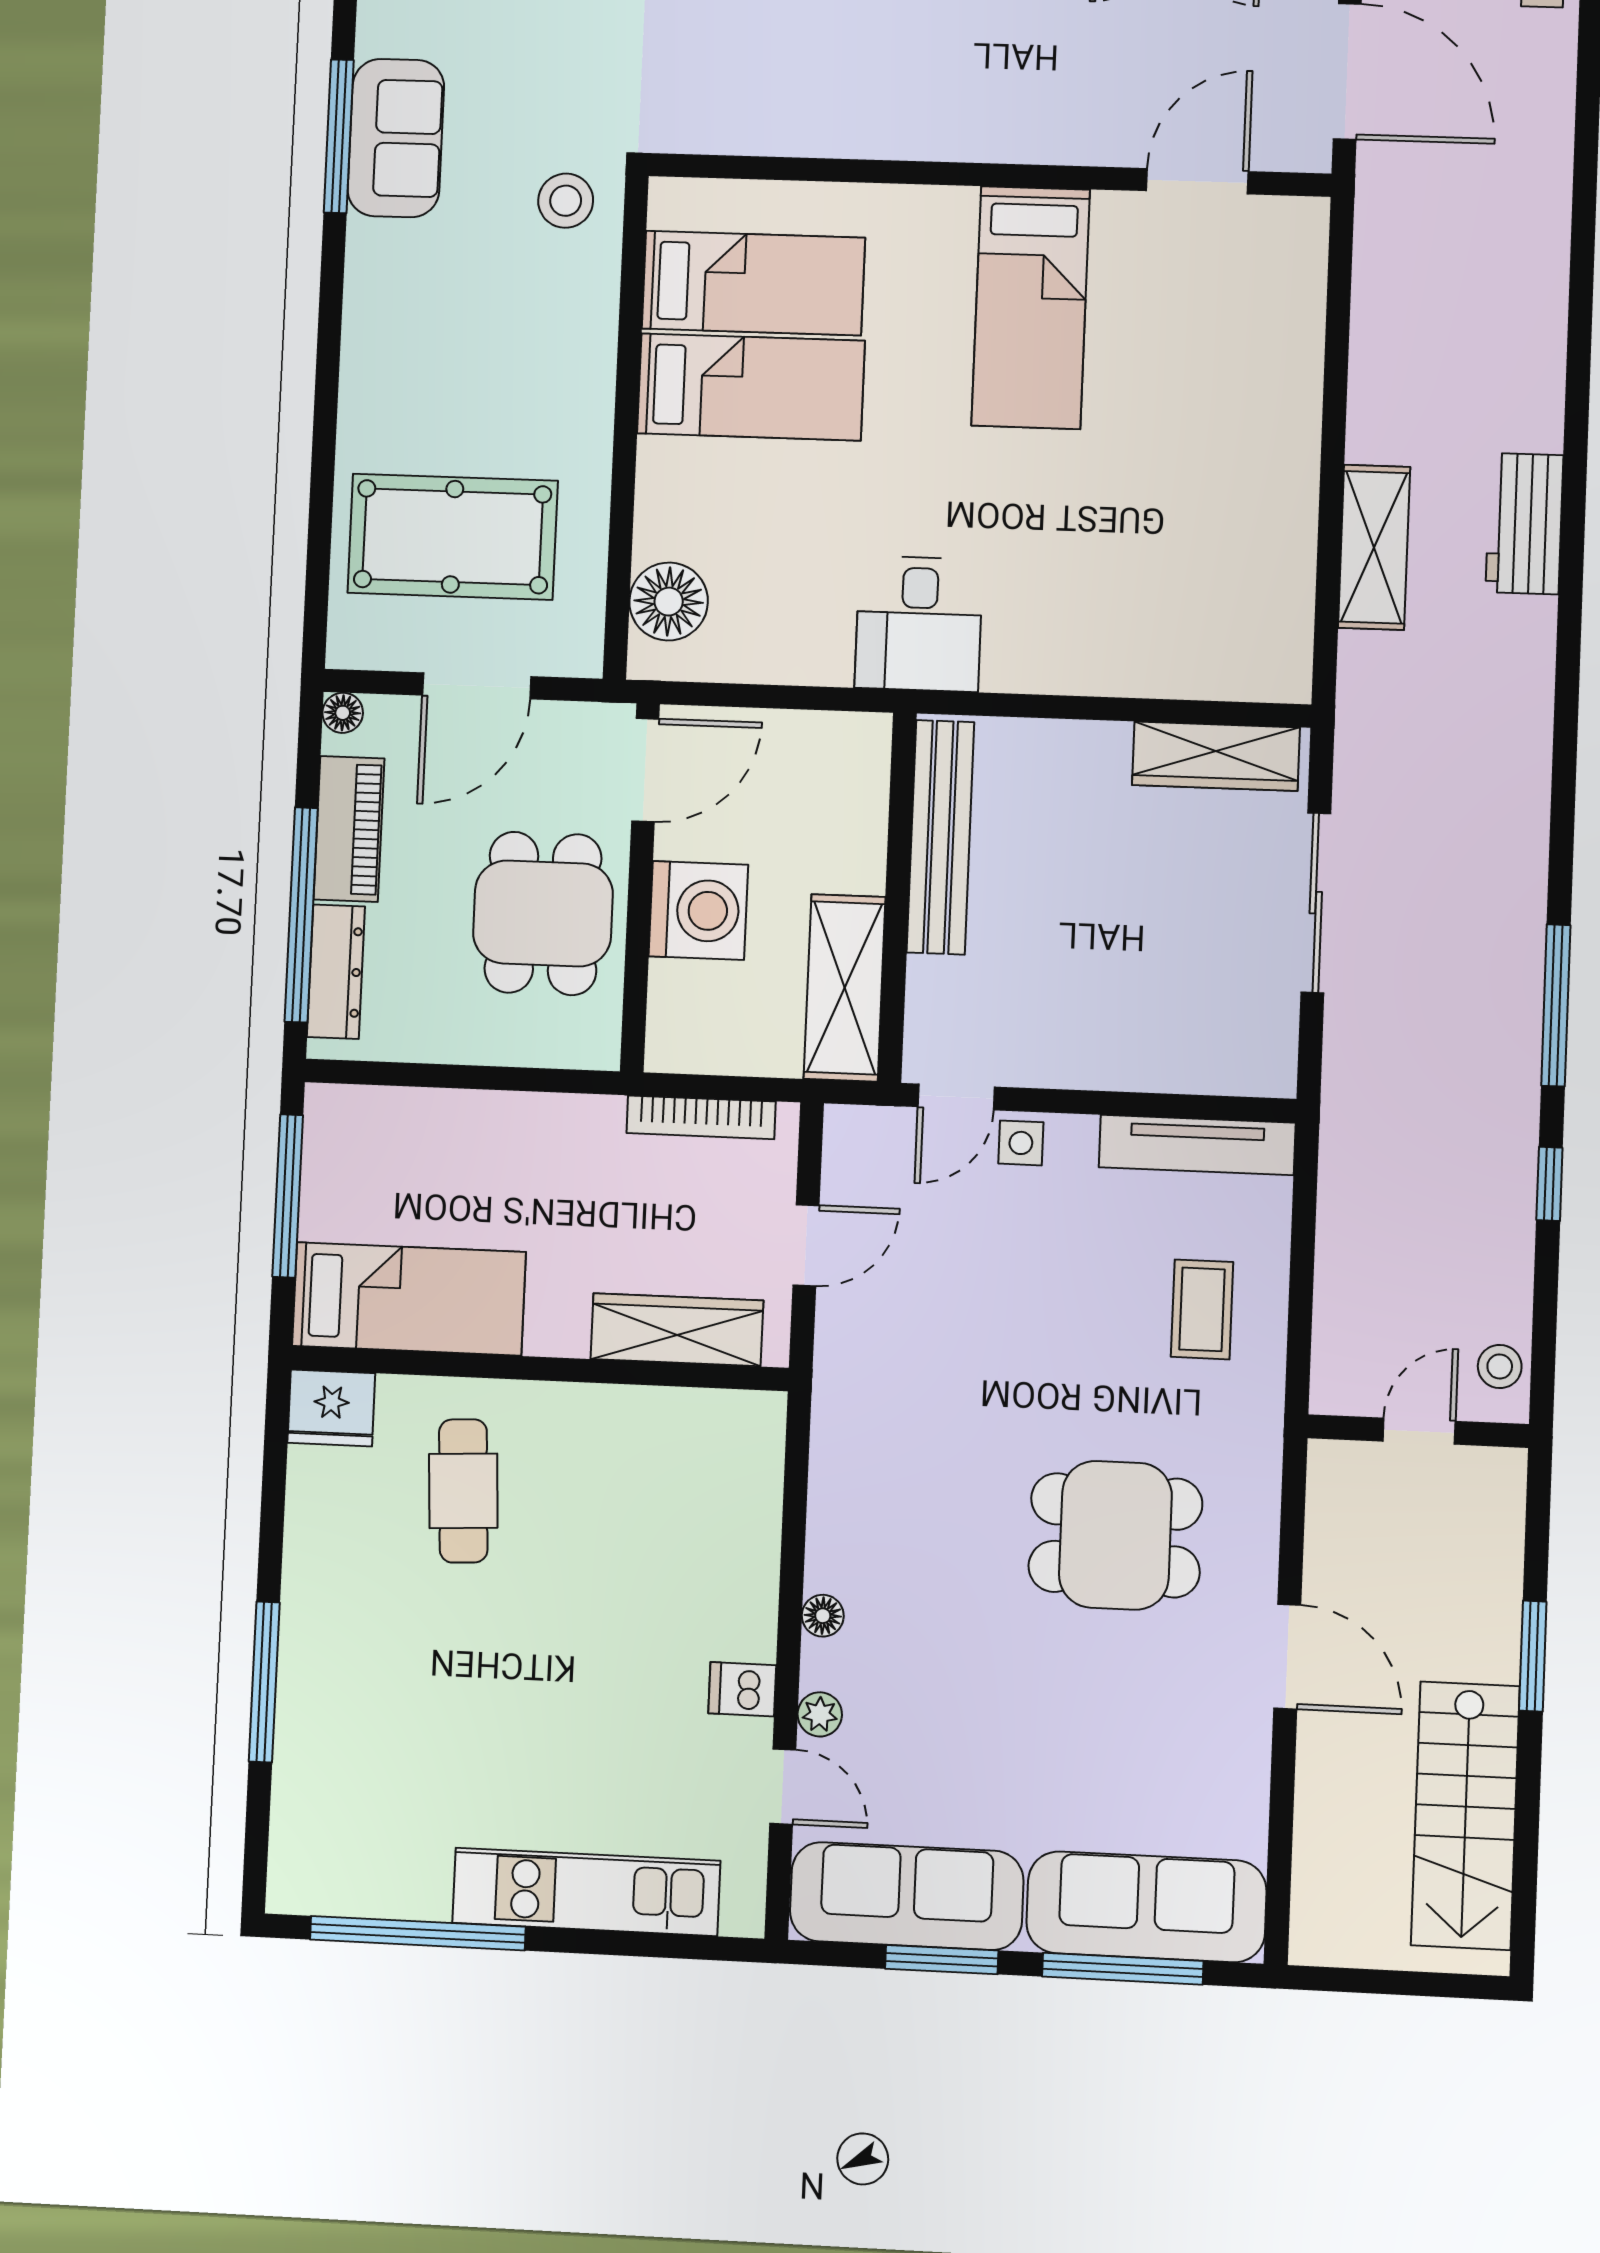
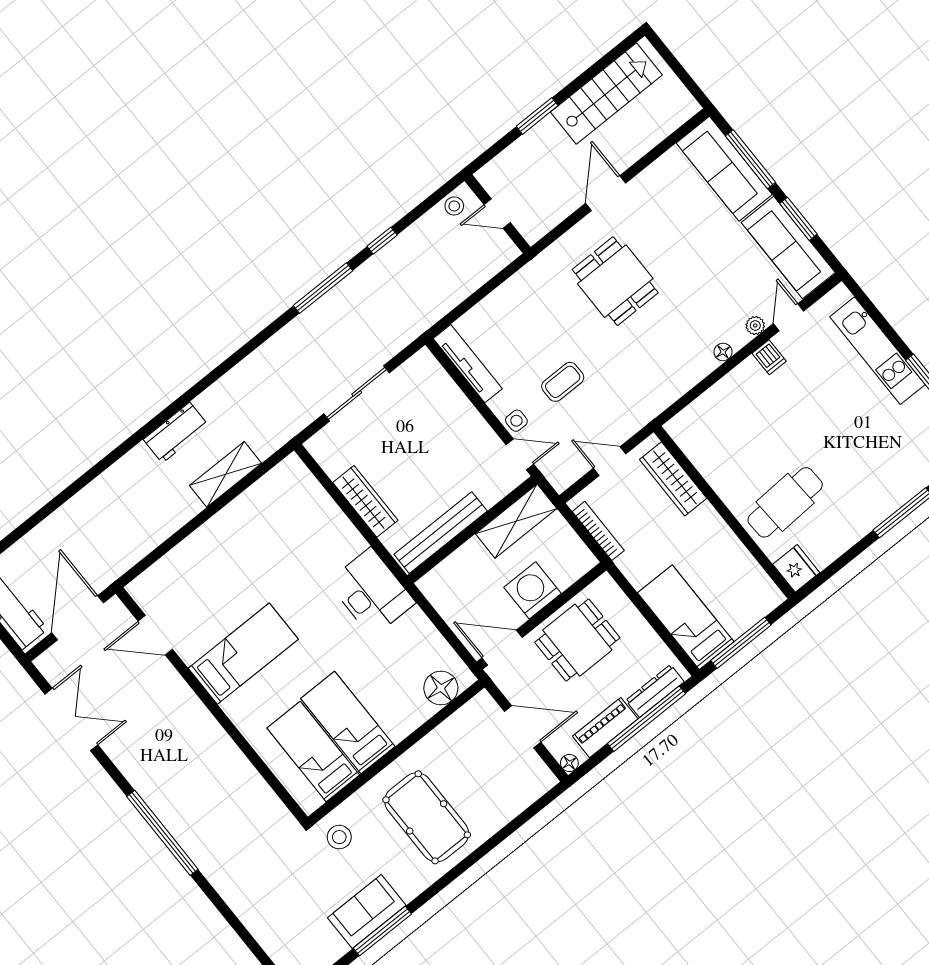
pool table: (453, 537) -> (427, 817), moved
desk: (919, 624) -> (371, 592), width x1.37
wardrobe: (1216, 756) -> (365, 501), moved
bed: (409, 1299) -> (686, 617), moved
coffee table: (1202, 1309) -> (563, 382), moved
cafe table: (463, 1491) -> (785, 502), width x1.37, depth x1.35

